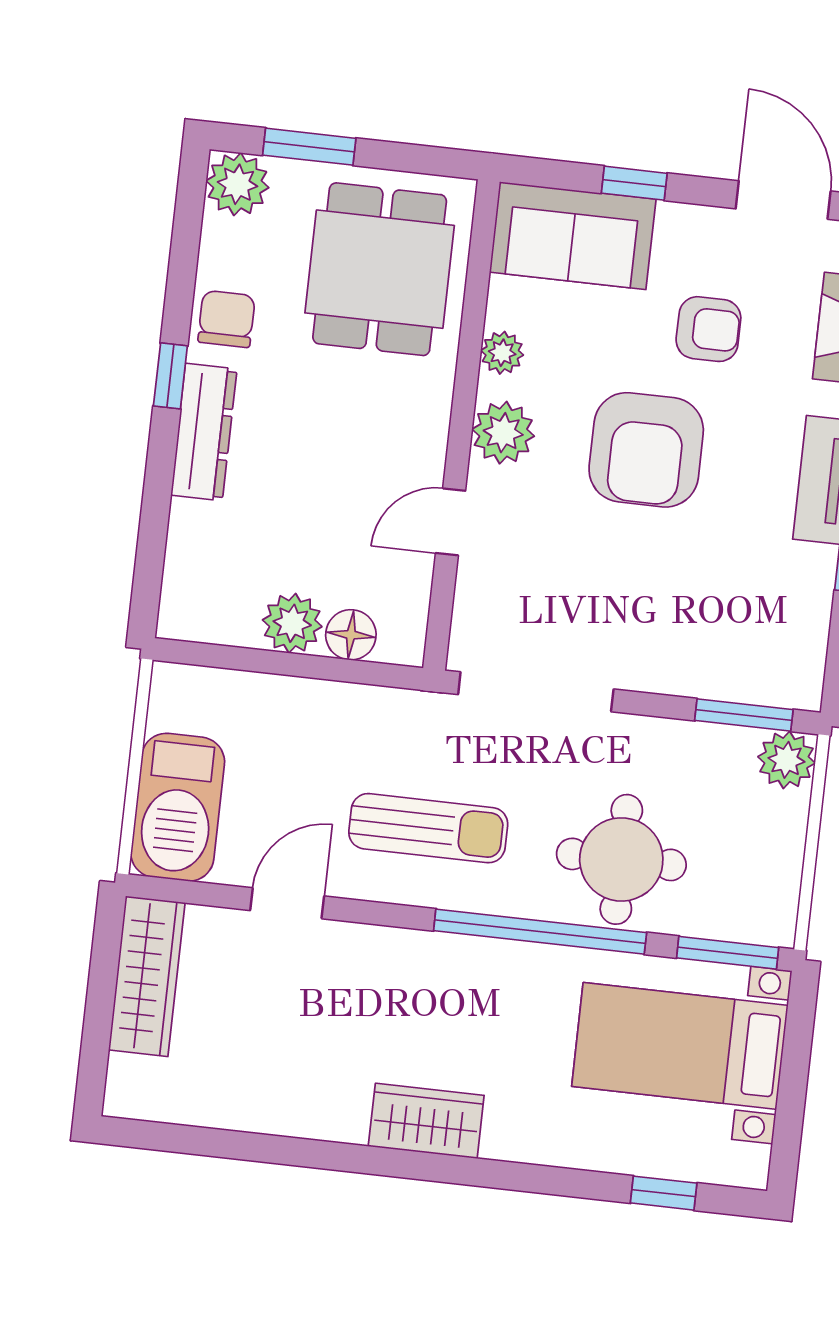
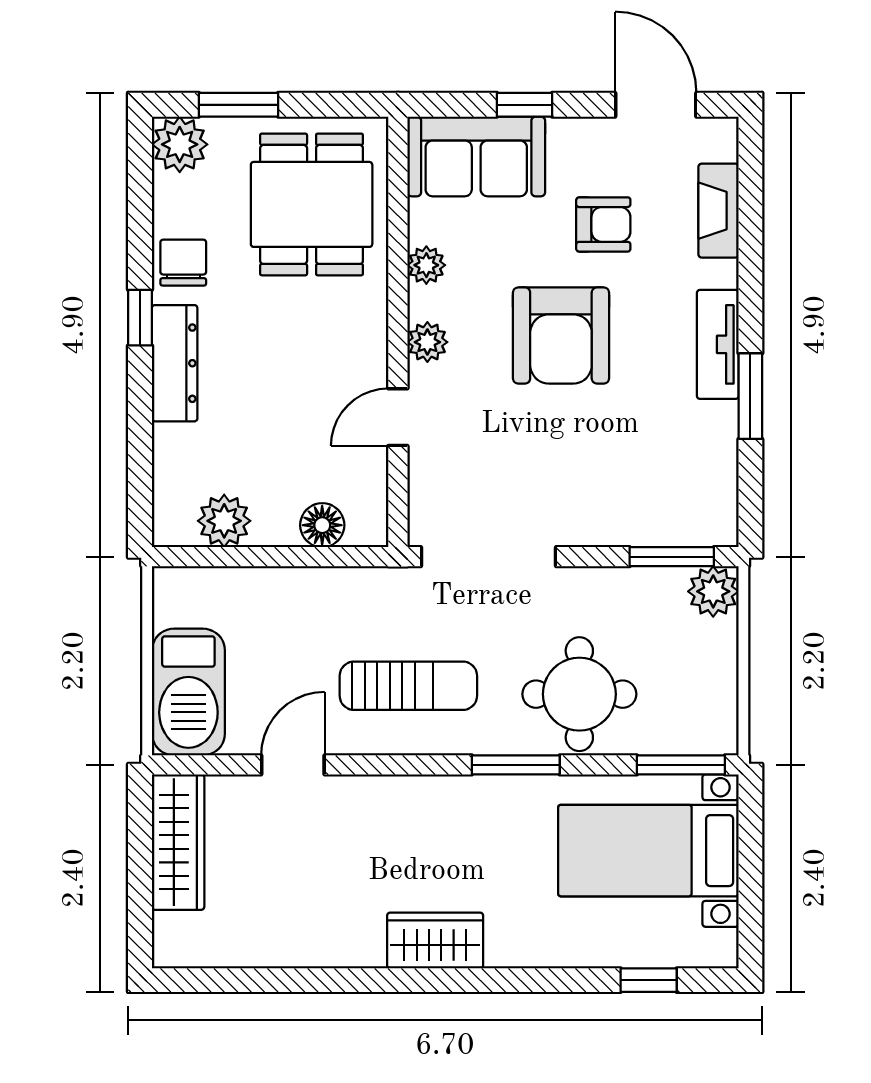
plant: (503, 433) -> (427, 342), width x0.73, depth x0.73
plant: (292, 623) -> (224, 521), moved
window: (540, 932) -> (516, 765), width x0.47

